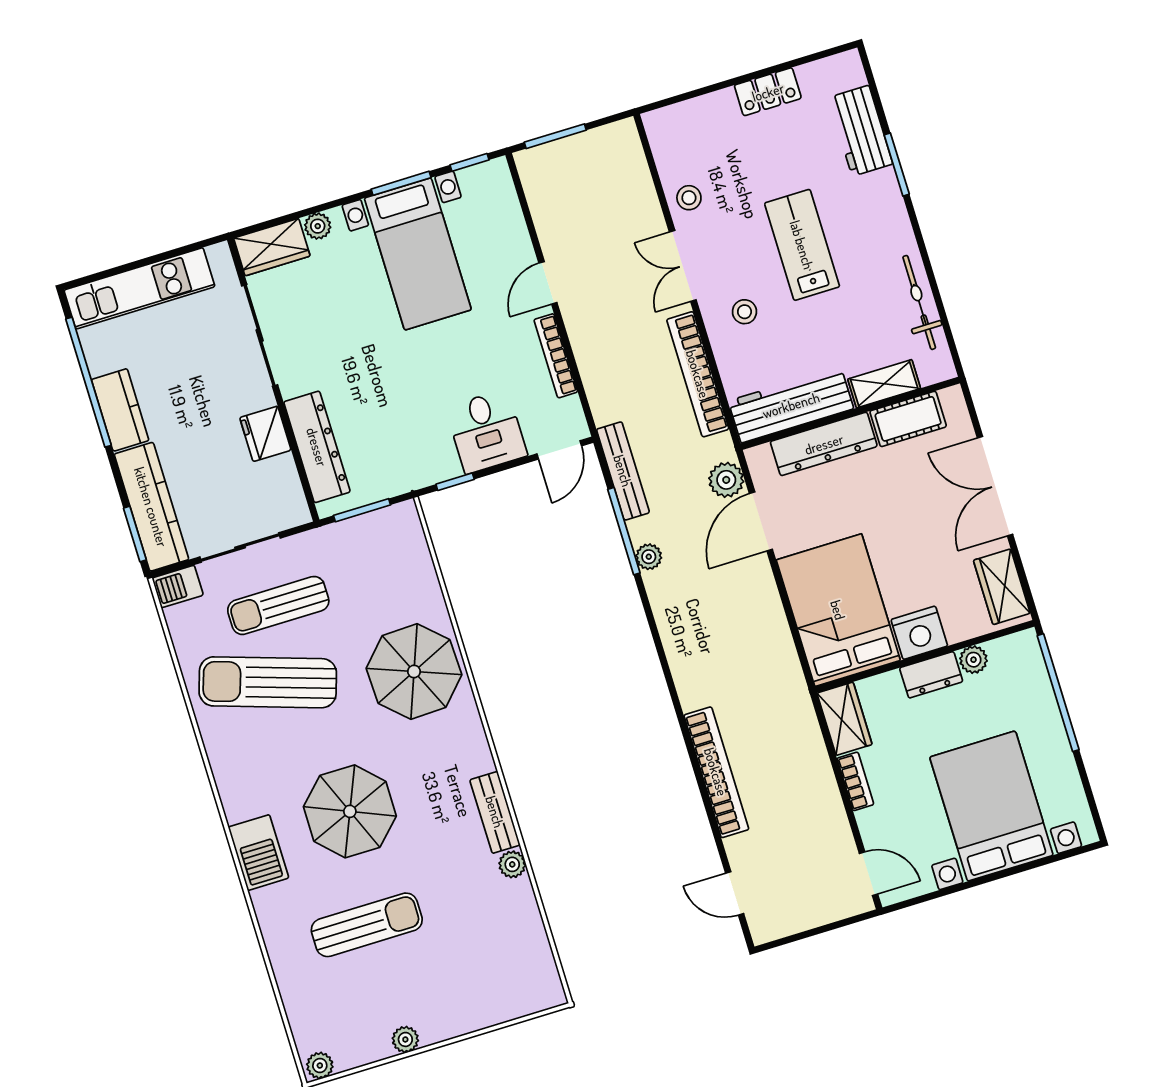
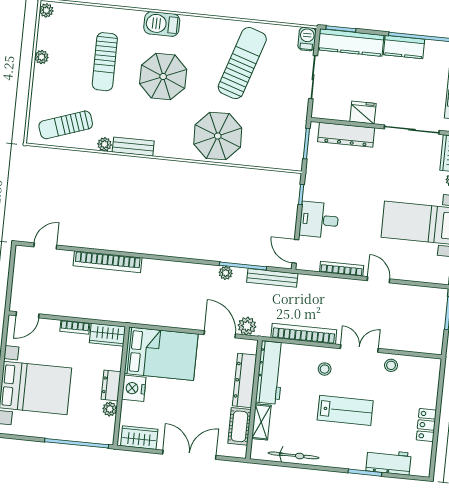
sun lounger: (278, 605) -> (66, 125), moved, turned -109

